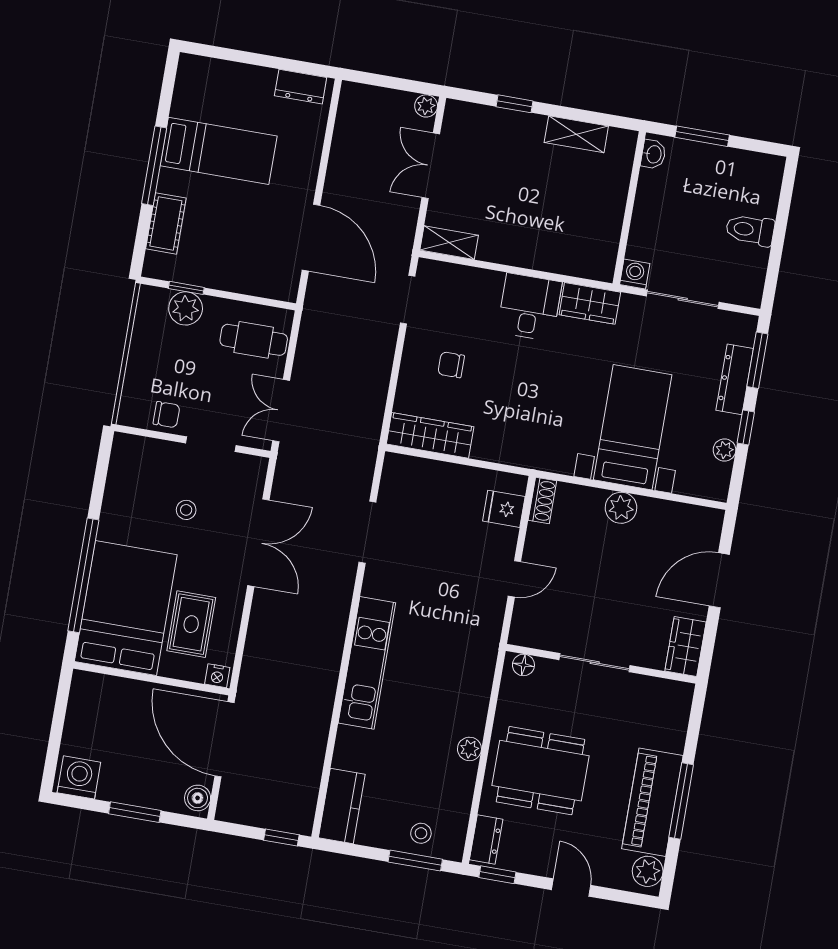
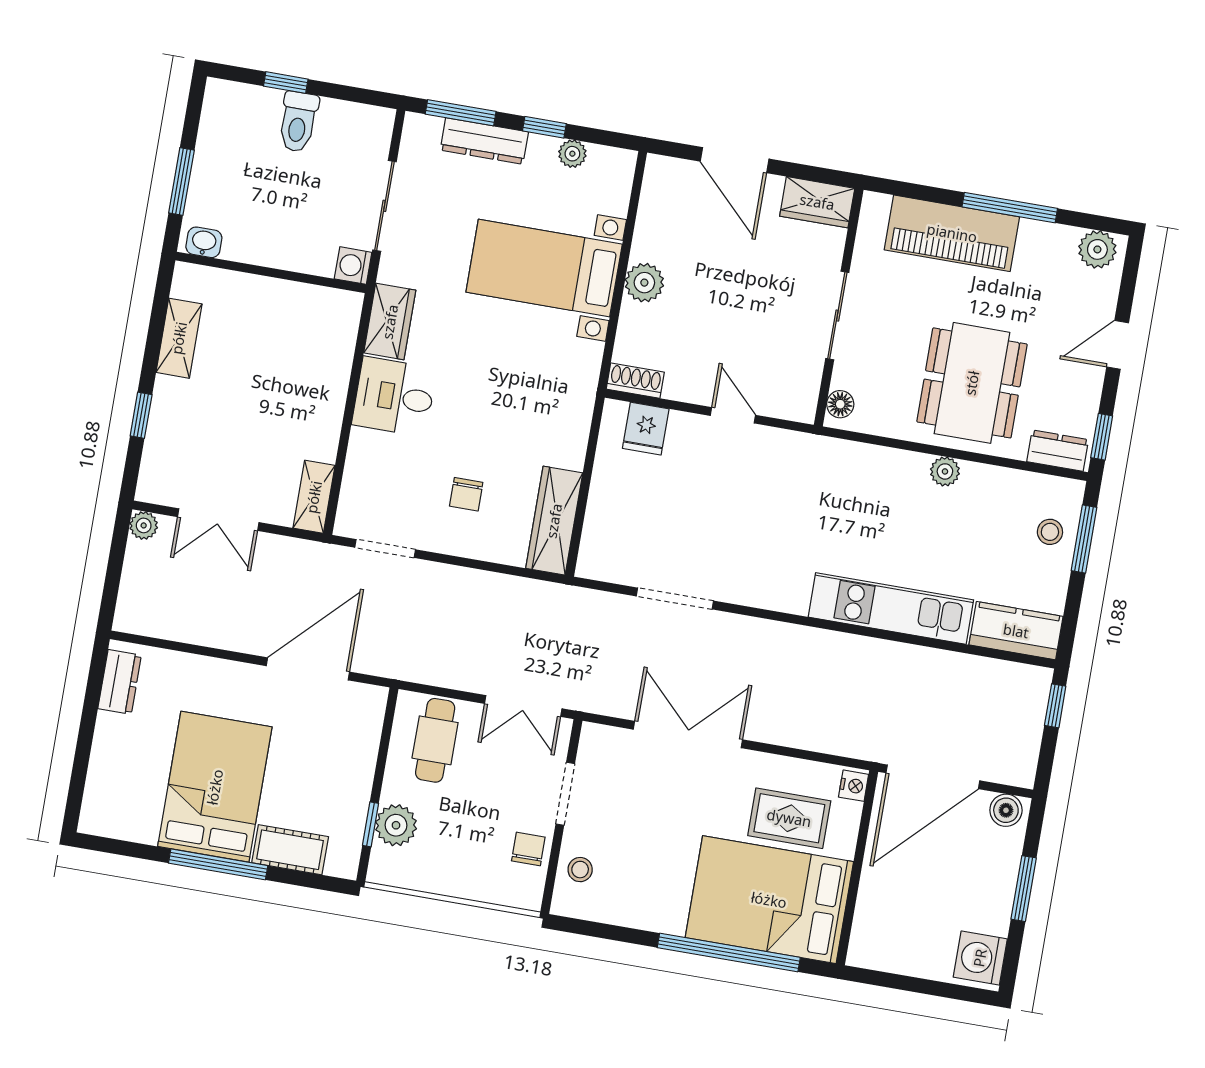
bed: (219, 151) -> (215, 787), width x1.50
window: (782, 220) -> (286, 83), added
stool: (186, 510) -> (580, 870), moved
kitchen unit: (367, 663) -> (891, 608), moved
piano: (652, 802) -> (952, 233), moved

